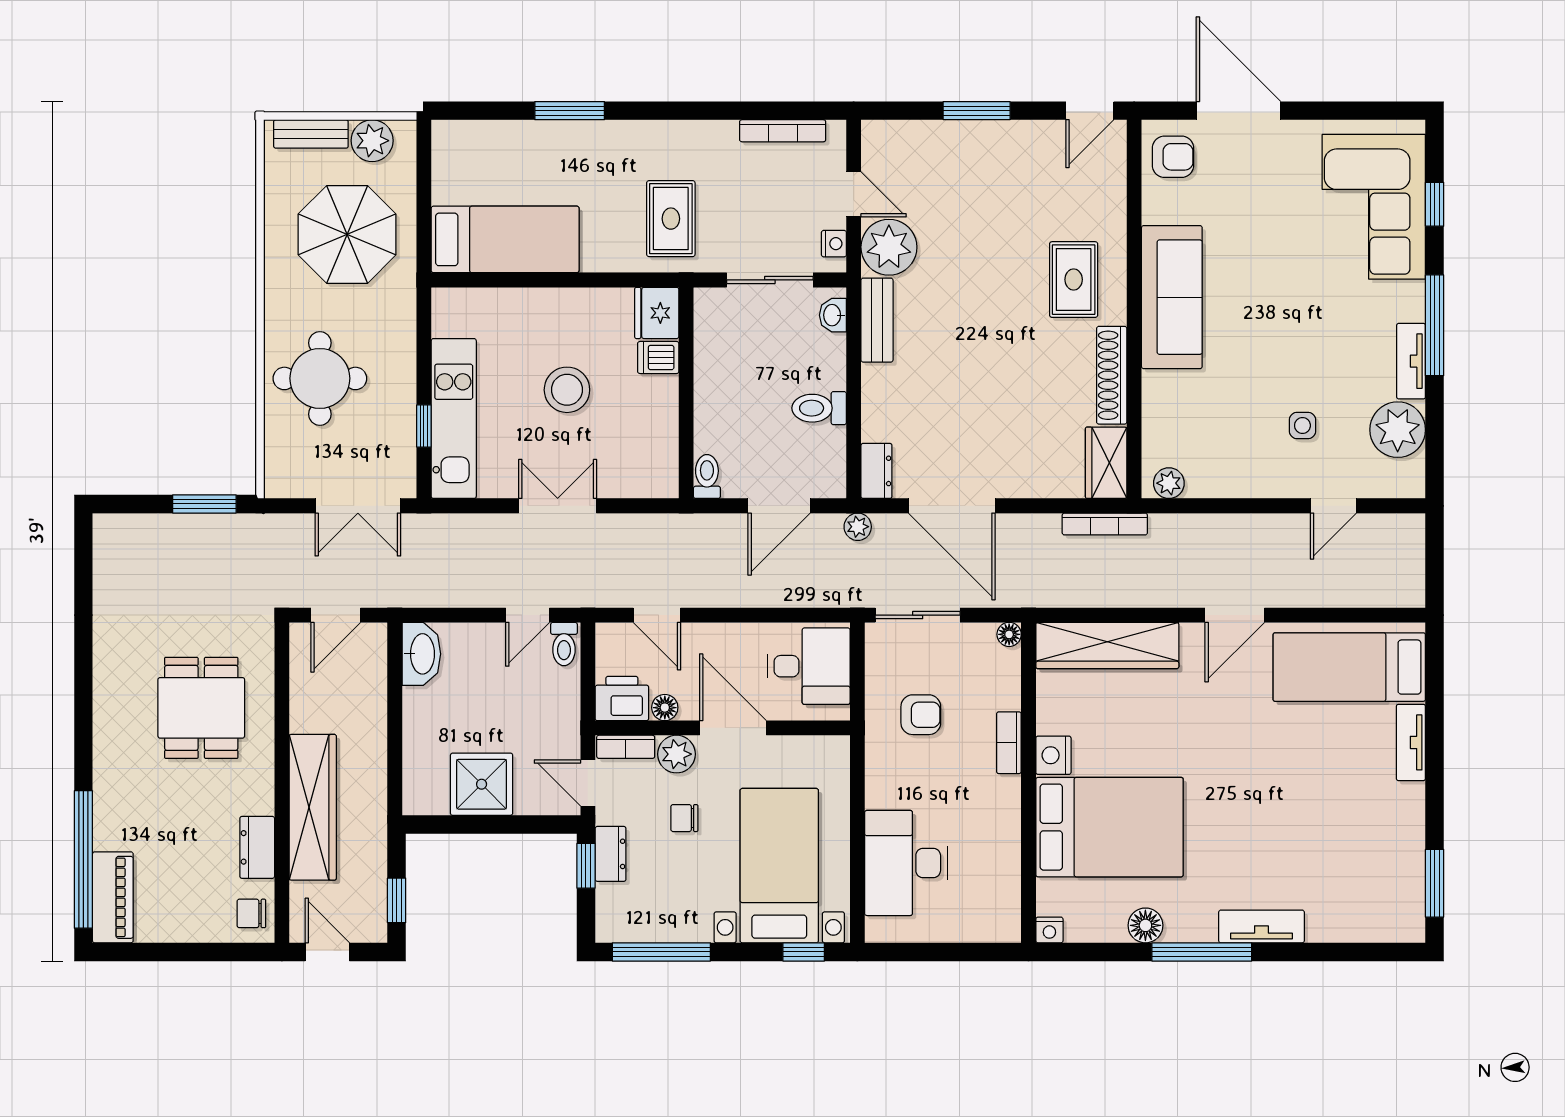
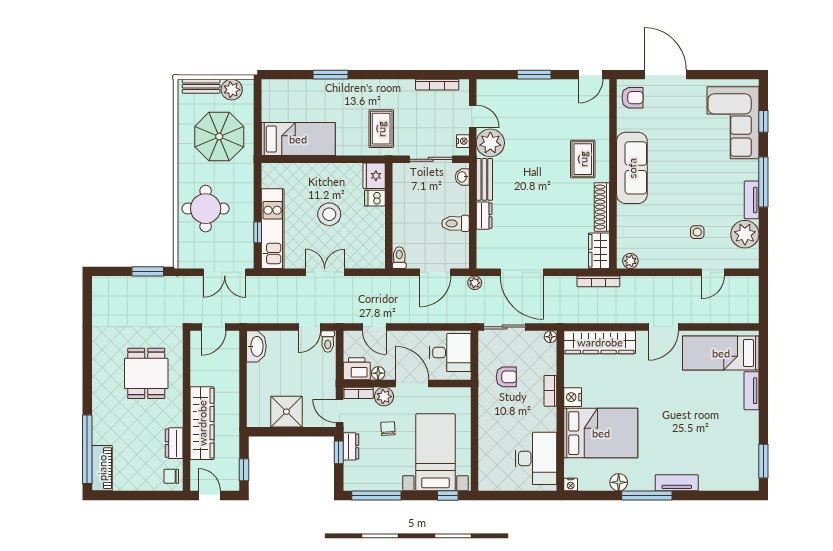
dresser: (876, 471) -> (484, 216), moved
chair: (684, 818) -> (388, 429), turned 87
desk: (906, 863) -> (536, 458), moved, turned 180

